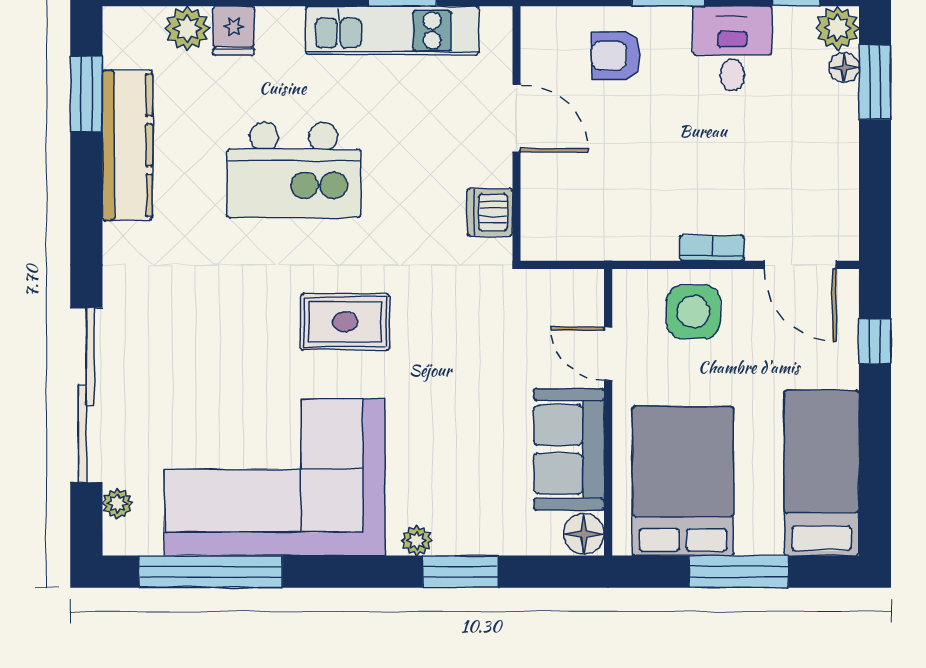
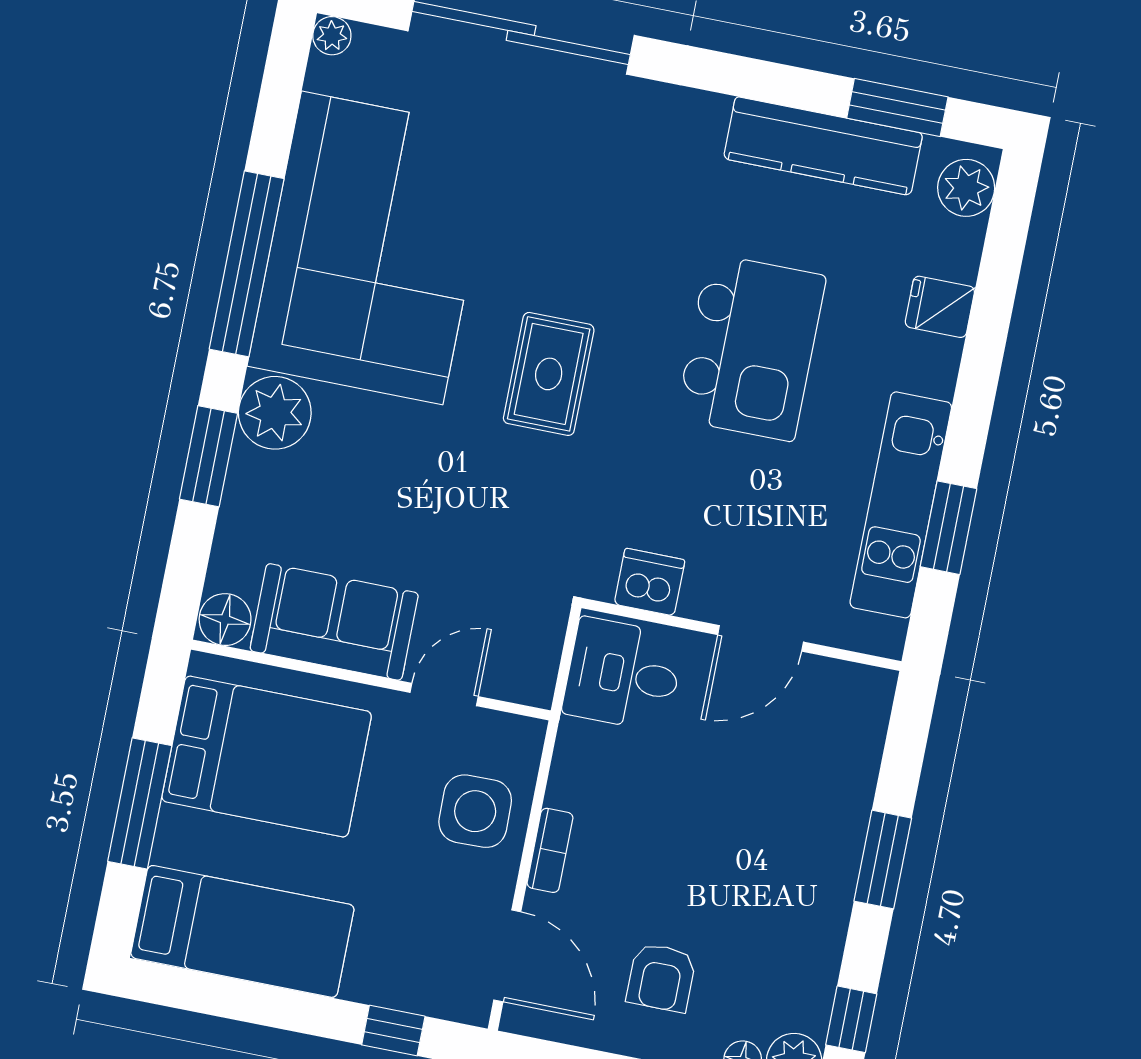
plant: (187, 28) -> (966, 188), moved
desk: (732, 49) -> (623, 675), moved, turned 180
armchair: (616, 56) -> (661, 978), moved, turned 180
kitchen island: (294, 170) -> (751, 347), turned 180
door: (800, 265) -> (507, 956), swing flipped
plant: (117, 503) -> (332, 36), moved
plant: (417, 540) -> (275, 413), width x1.87, depth x1.87
window: (211, 572) -> (247, 264), moved

